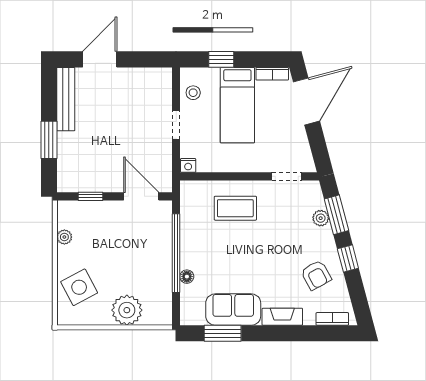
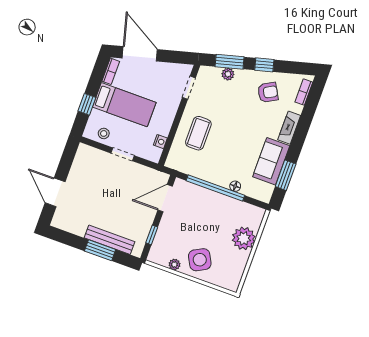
bench: (66, 99) -> (109, 240), moved
nightstand: (188, 165) -> (160, 142), moved
side table: (79, 287) -> (200, 260), moved

